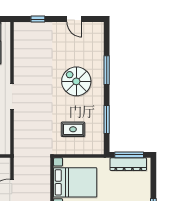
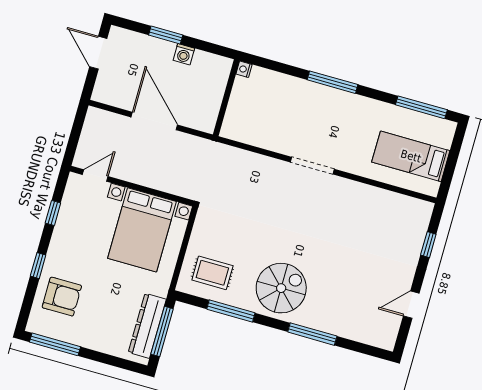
spiral stairs: (76, 81) -> (281, 288), moved
rug: (73, 129) -> (212, 273), moved, turned 90

